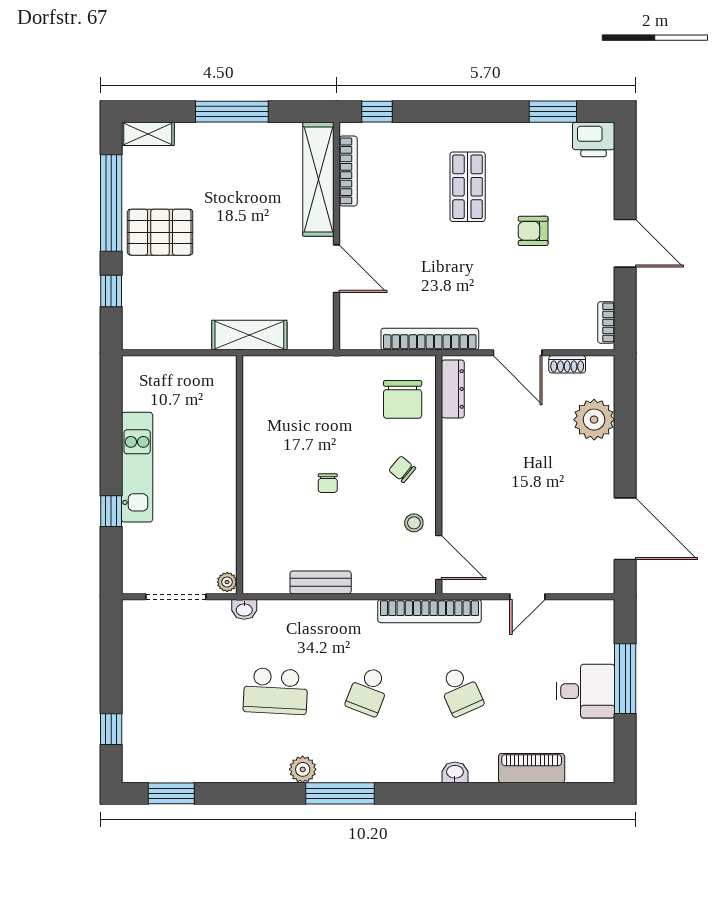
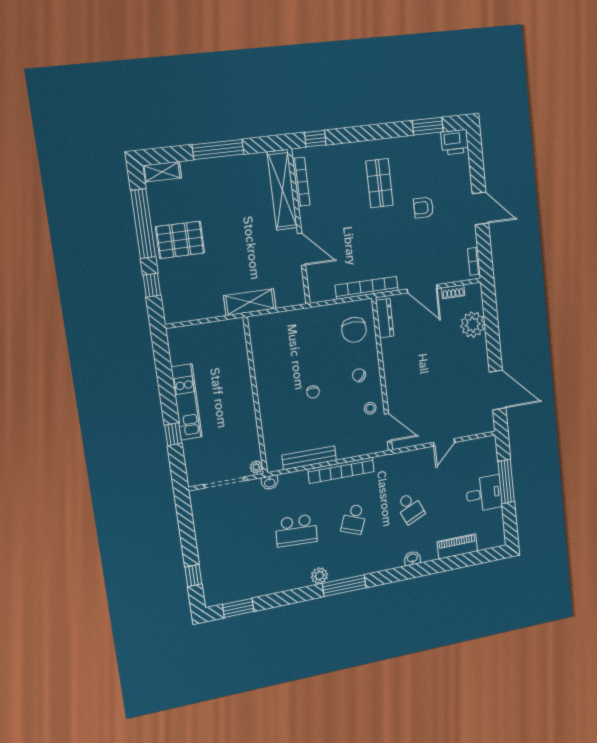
bench: (321, 582) -> (309, 458), width x1.36
bookcase: (429, 611) -> (341, 470), moved

